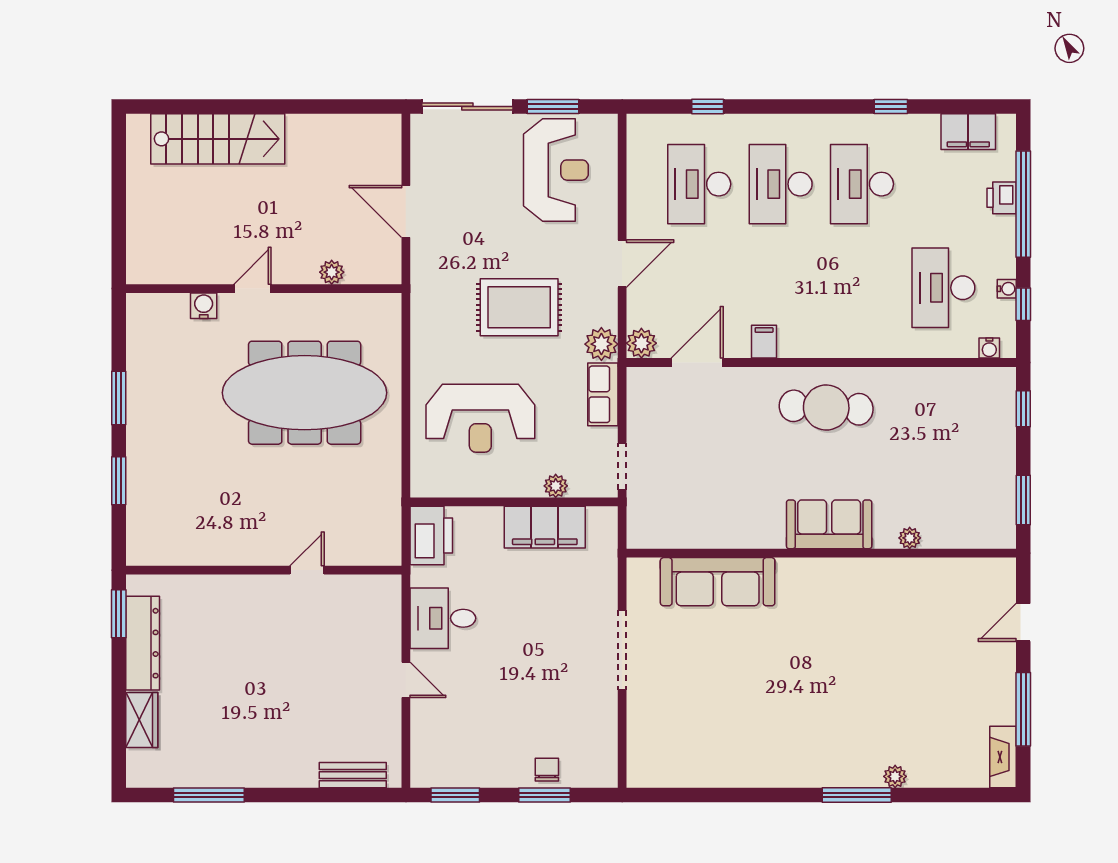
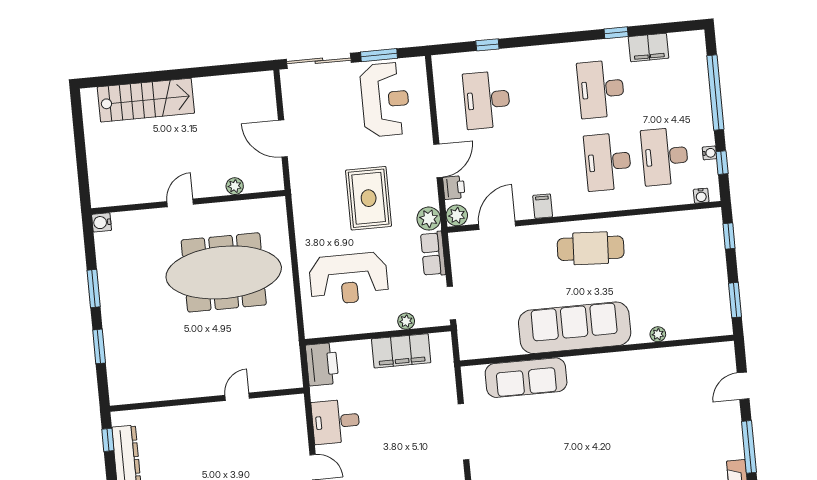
filing cabinet: (968, 132) -> (649, 47), moved
desk: (781, 184) -> (608, 162), moved
printer: (1002, 198) -> (454, 188), moved, turned 180
water cooler: (204, 306) -> (102, 222), moved, turned -90
rug: (519, 307) -> (369, 198), turned 90
sofa: (829, 524) -> (575, 328), width x1.85, depth x1.27
window: (119, 614) -> (108, 440), width x0.67

